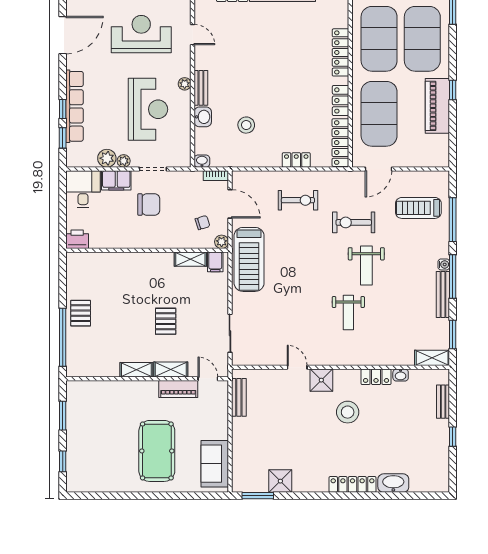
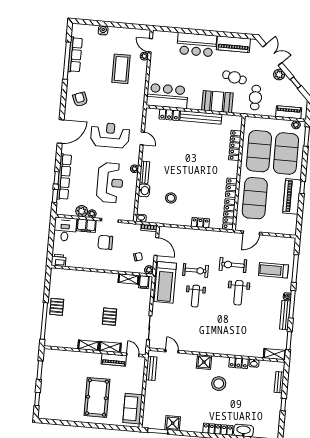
locker: (341, 52) -> (235, 145), moved
exercise bike: (298, 200) -> (196, 270), moved
chair: (149, 205) -> (105, 242), turned 180
treadmill: (418, 208) -> (273, 270), moved
weight bench: (348, 312) -> (195, 296), moved
door: (297, 367) -> (172, 351), moved

